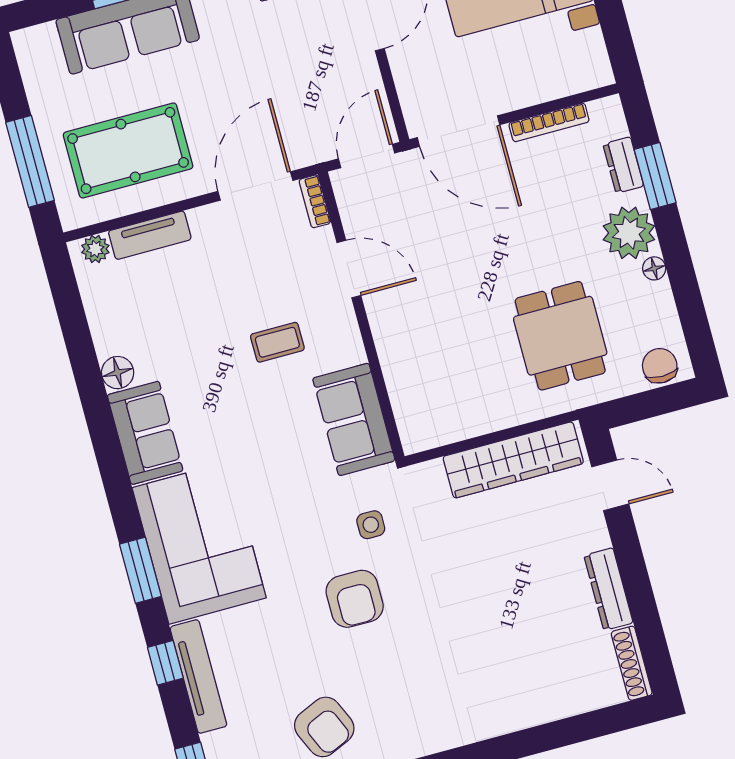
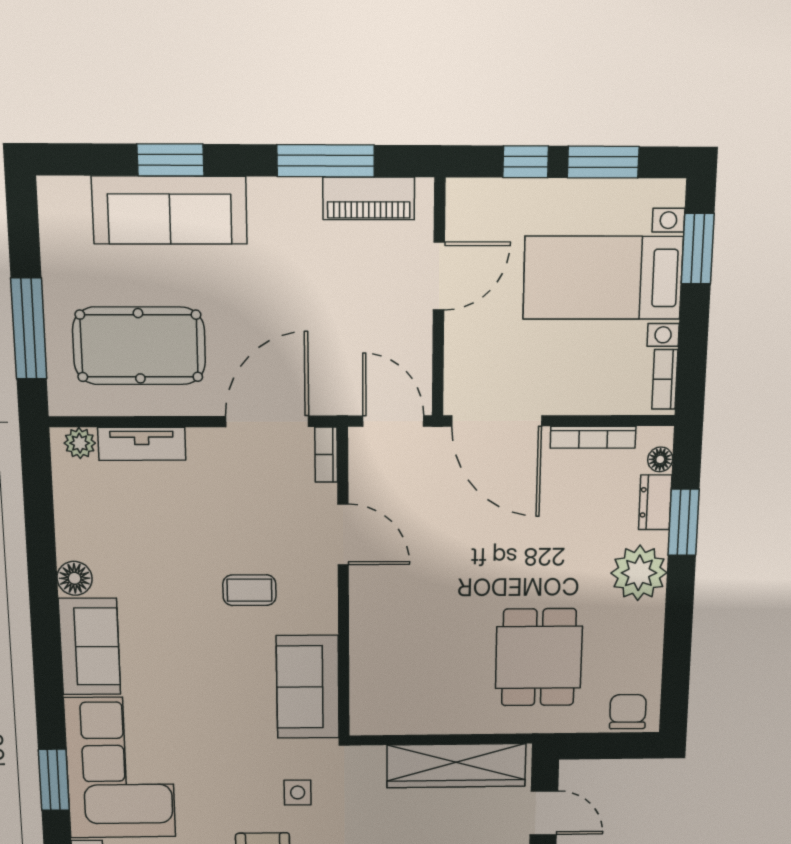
bookcase: (597, 55) -> (665, 379), added
door: (367, 156) -> (393, 421), hinge flipped
floor lamp: (654, 268) -> (660, 459), moved

